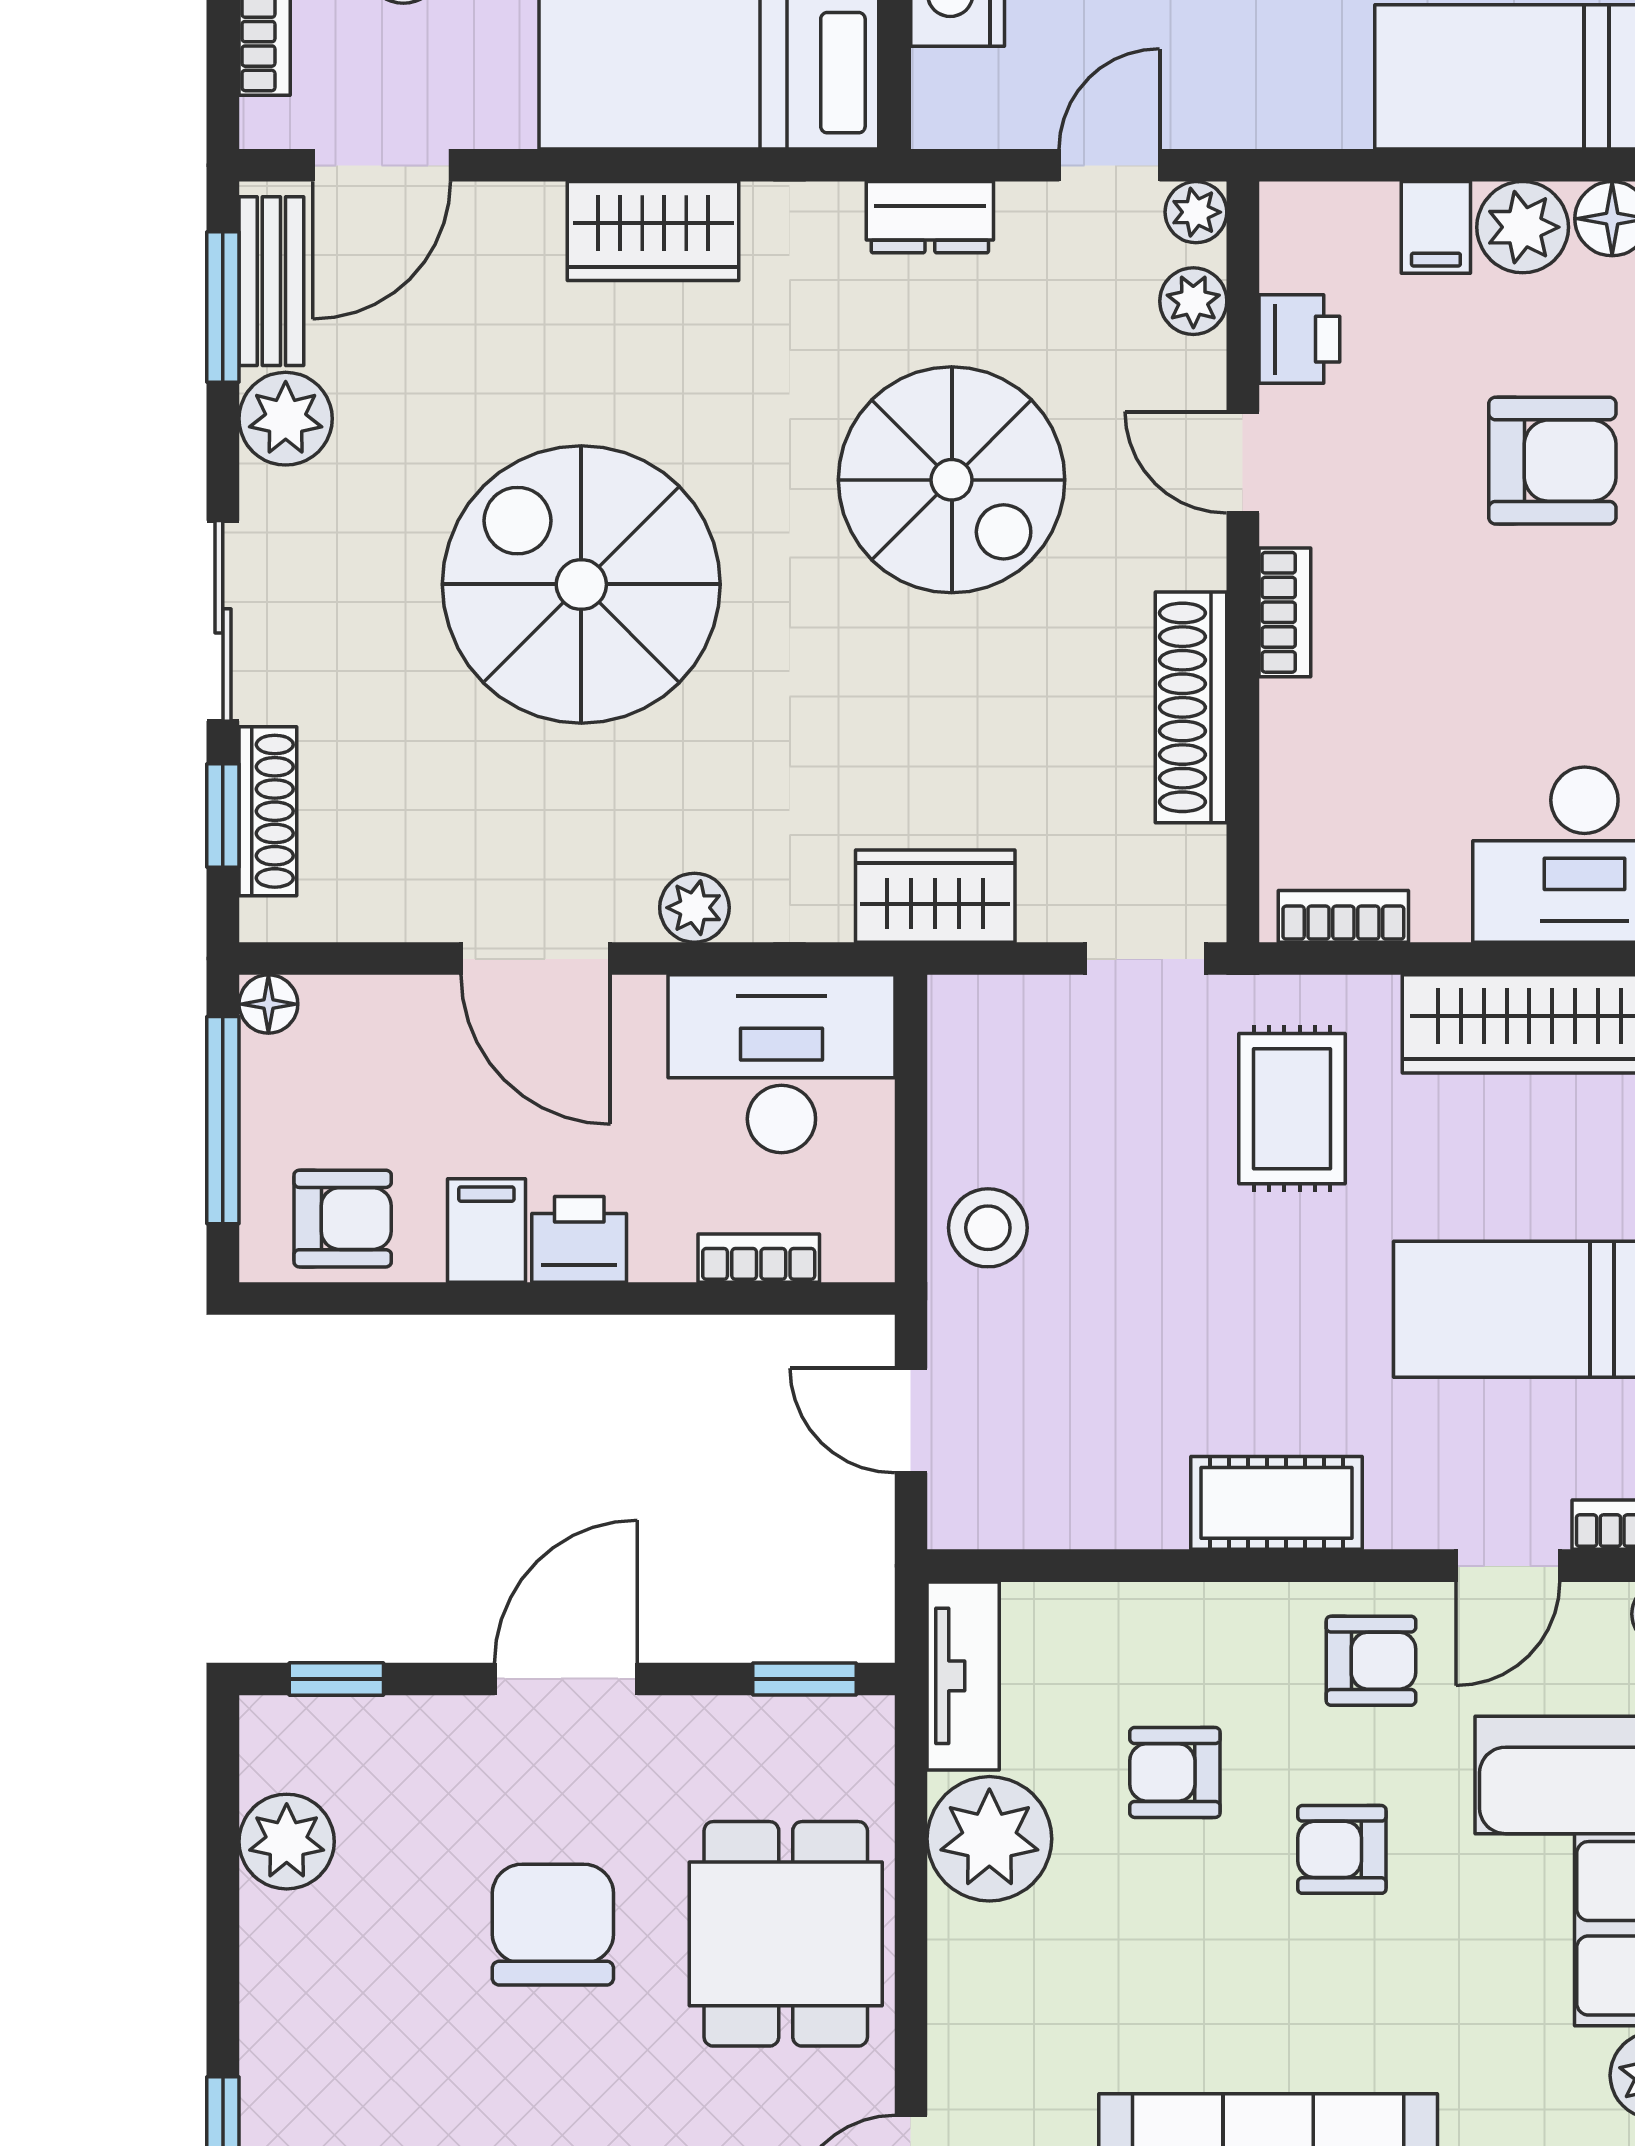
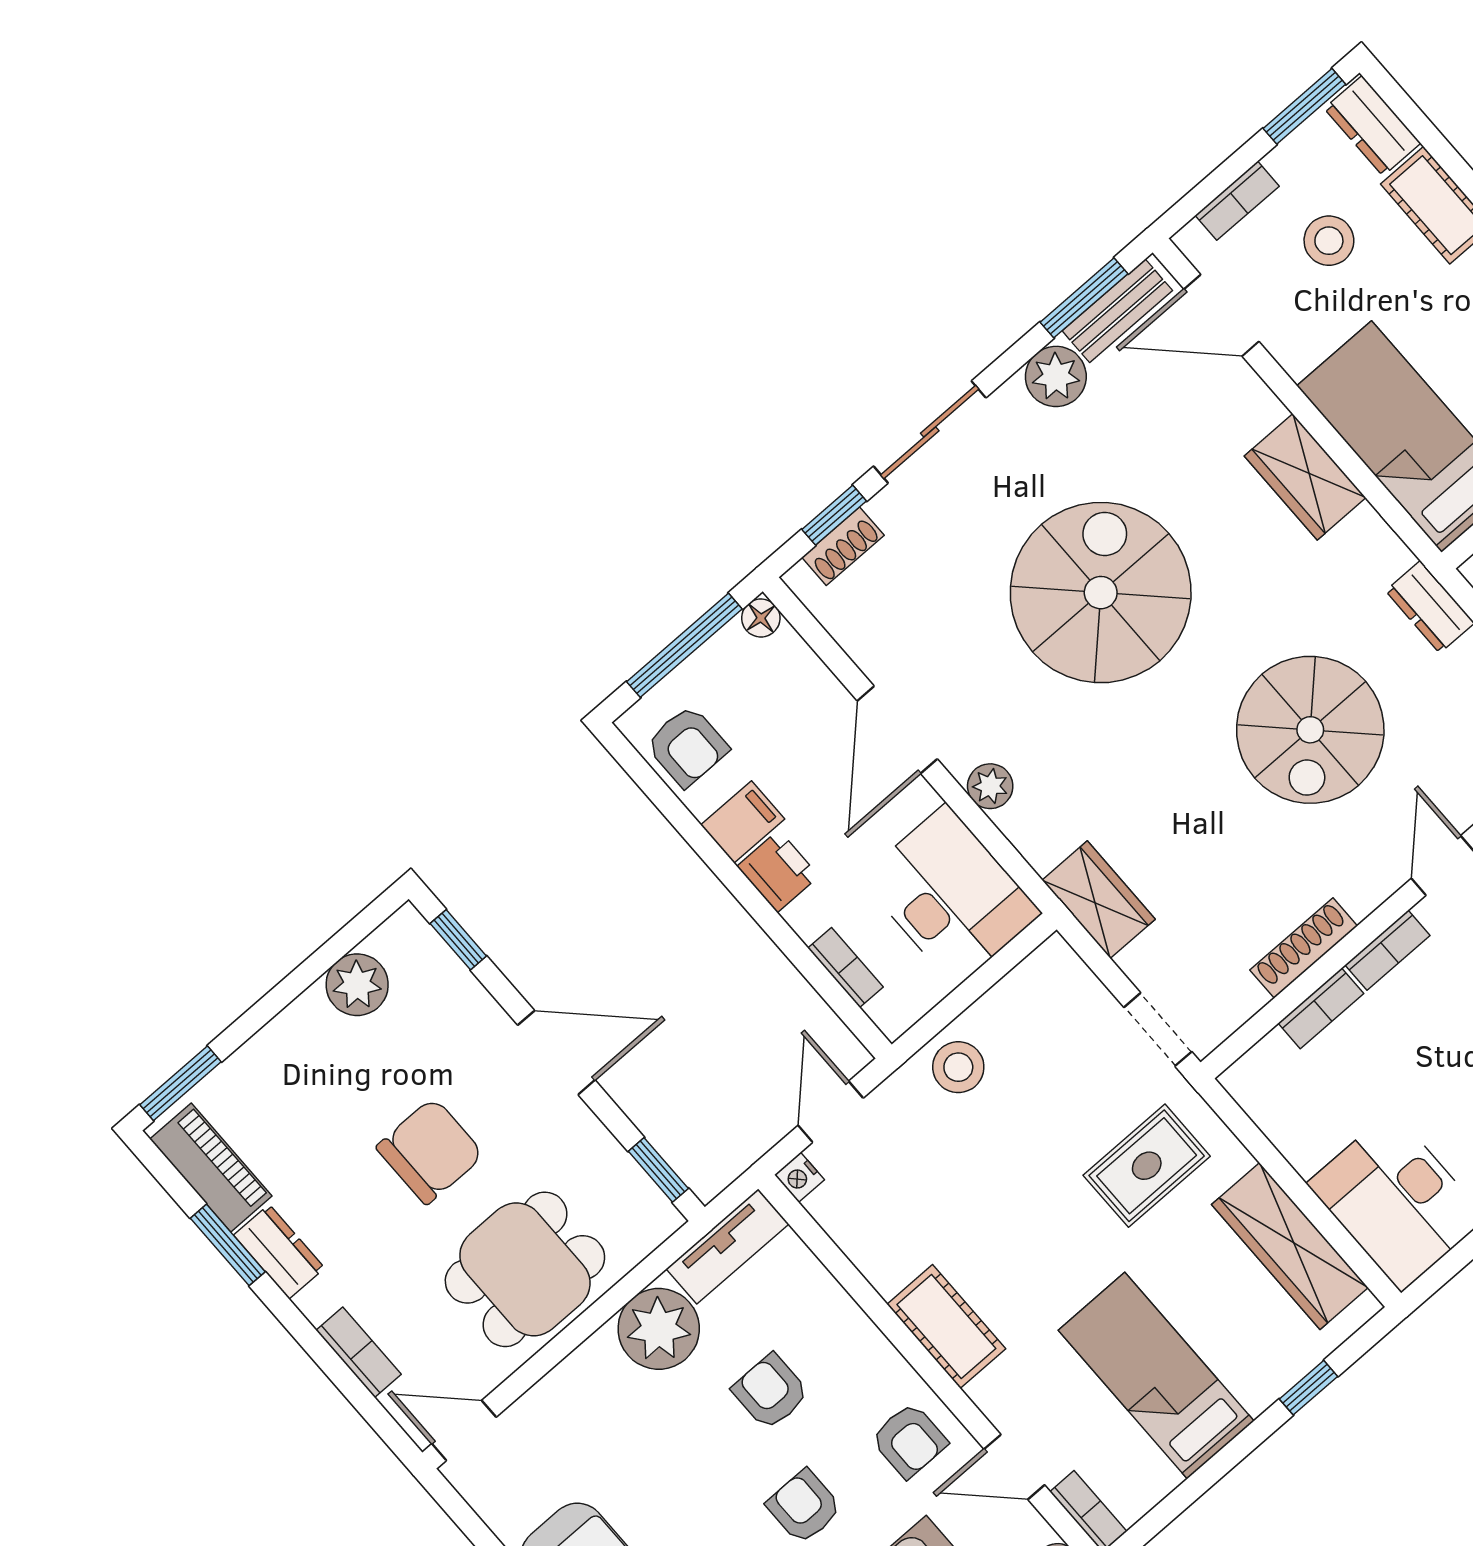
shoe rack: (1191, 707) -> (1304, 948), width x0.74, depth x0.81
shoe rack: (268, 811) -> (843, 546), width x0.70
bookcase: (1343, 916) -> (1321, 1008), moved, turned 90
nightstand: (955, 1523) -> (799, 1177), added

